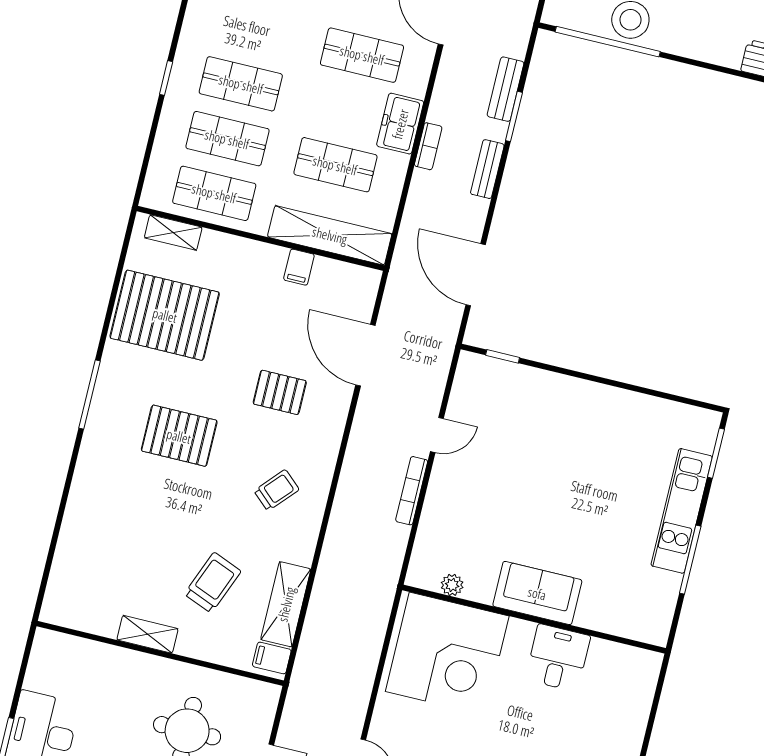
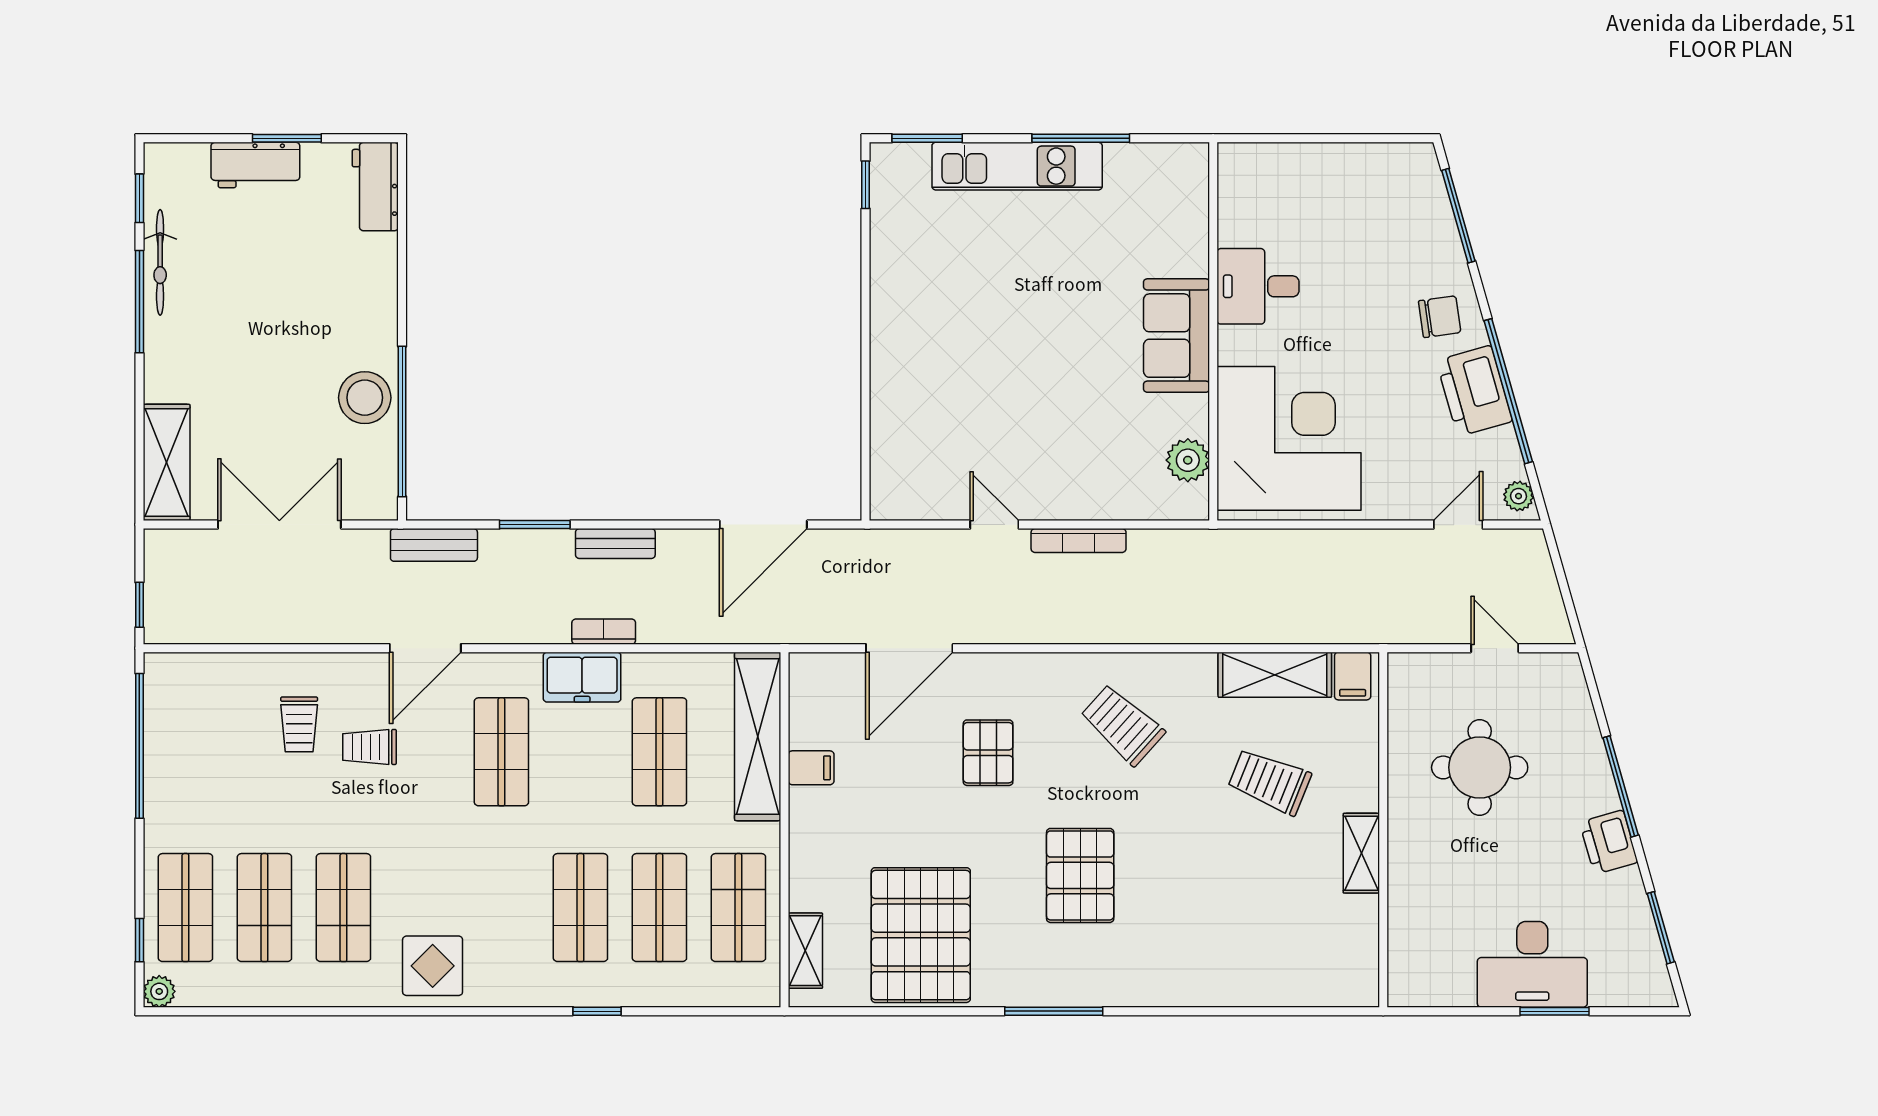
bench: (506, 89) -> (434, 545), moved
window: (503, 356) -> (866, 185), moved
trolley: (277, 490) -> (1122, 725), width x1.36, depth x1.39
plant: (452, 585) -> (1188, 460), width x1.38, depth x1.38

